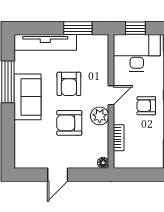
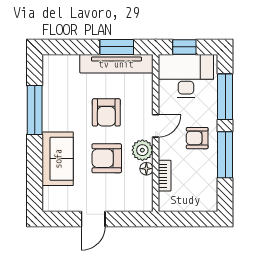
tv unit: (45, 42) -> (116, 64), moved
sofa: (27, 97) -> (58, 159), moved
floor lamp: (103, 163) -> (146, 169), moved

